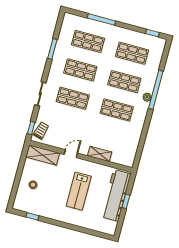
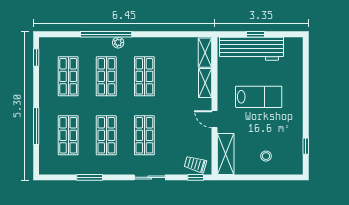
shelving: (122, 160) -> (205, 53), added

